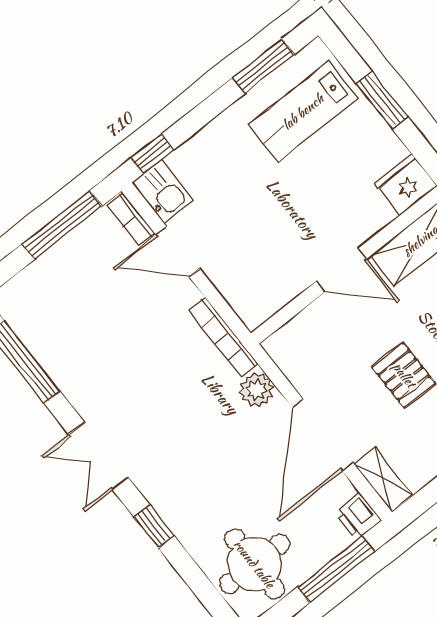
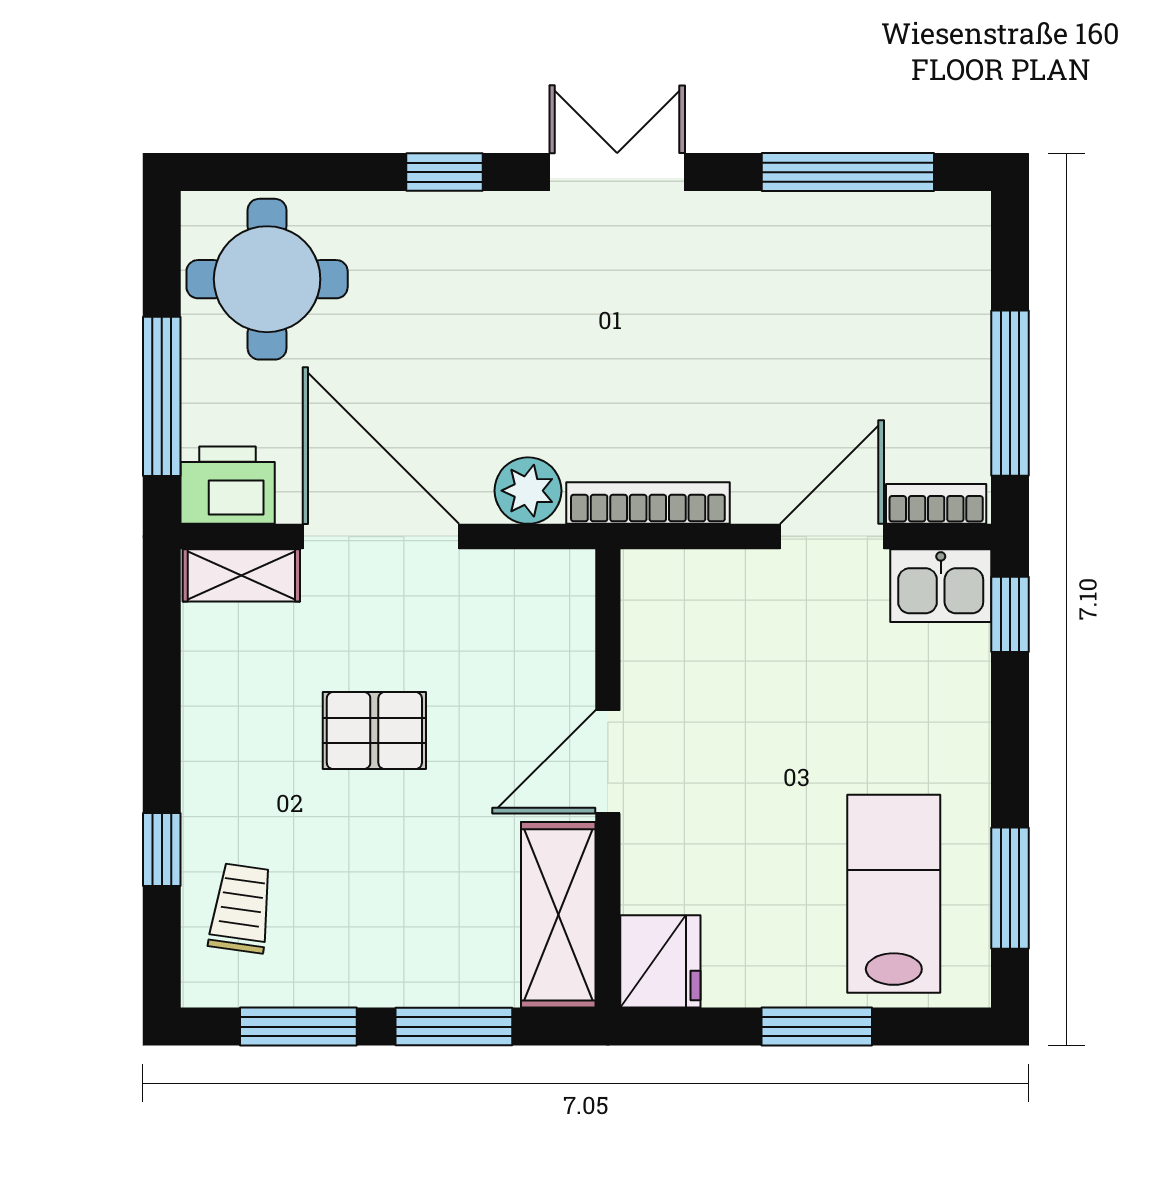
printer: (358, 517) -> (228, 485), width x1.36, depth x1.24

